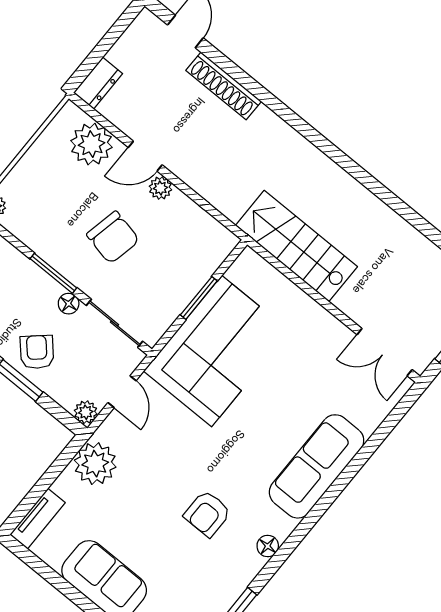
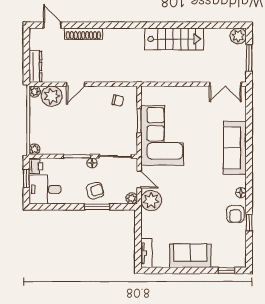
dresser: (98, 83) -> (35, 66), width x1.44
plant: (160, 188) -> (35, 91), moved
chair: (113, 237) -> (118, 100), moved, width x0.54, depth x0.54
stairs: (296, 246) -> (174, 39), moved, turned 180
armchair: (37, 352) -> (95, 191), turned 116
plant: (95, 464) -> (151, 201), moved
armchair: (207, 514) -> (235, 214), moved

